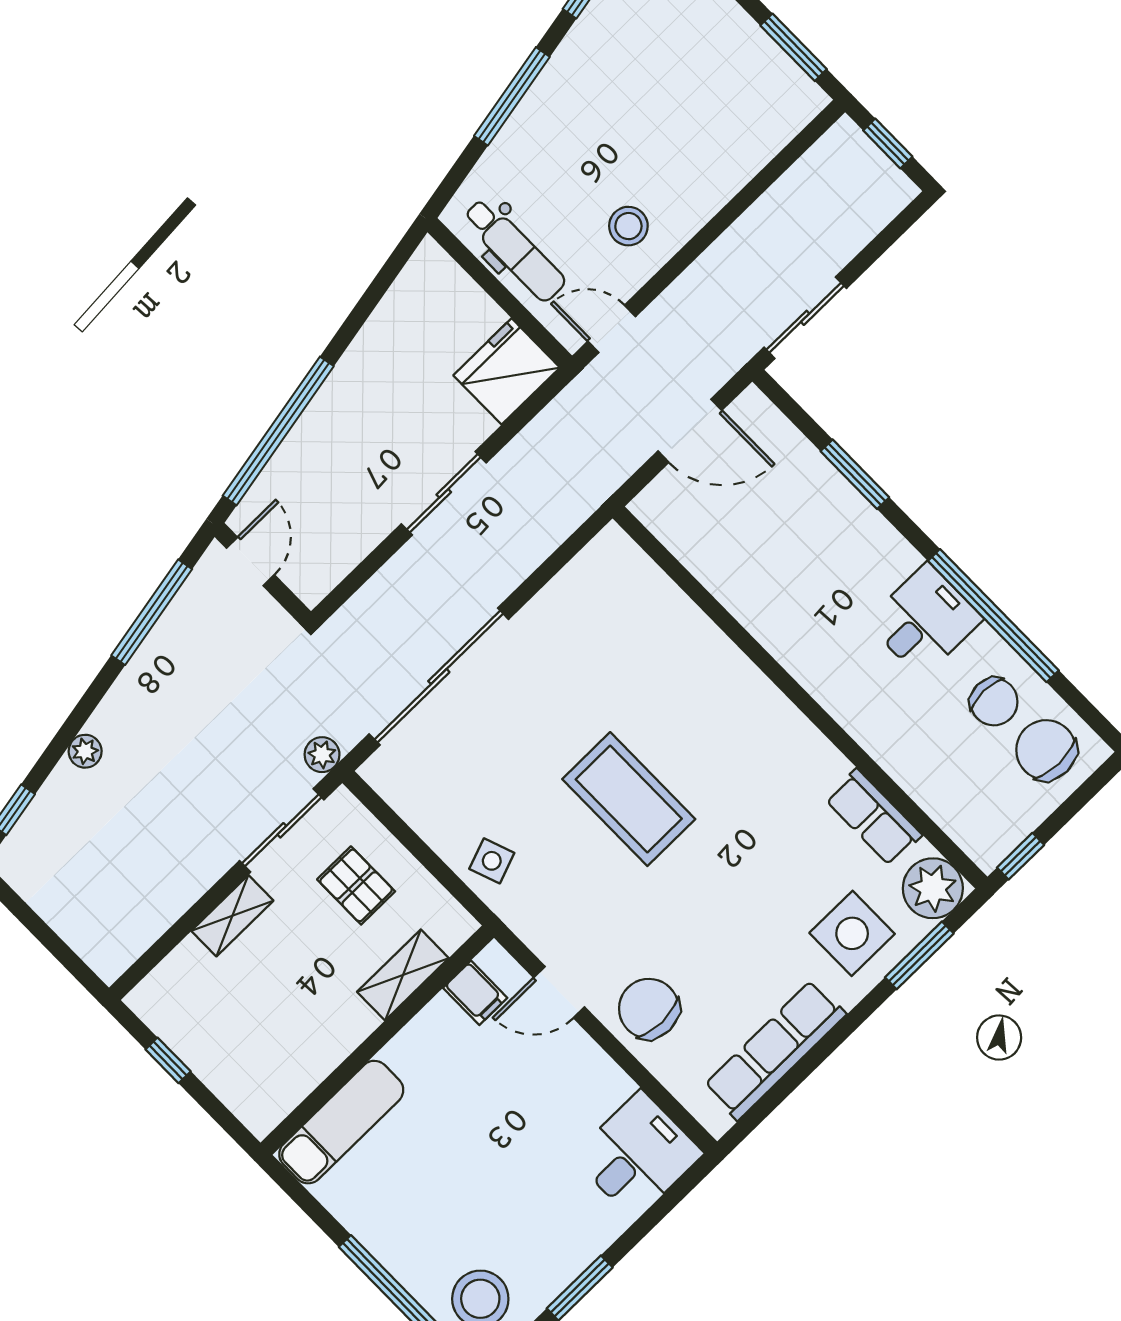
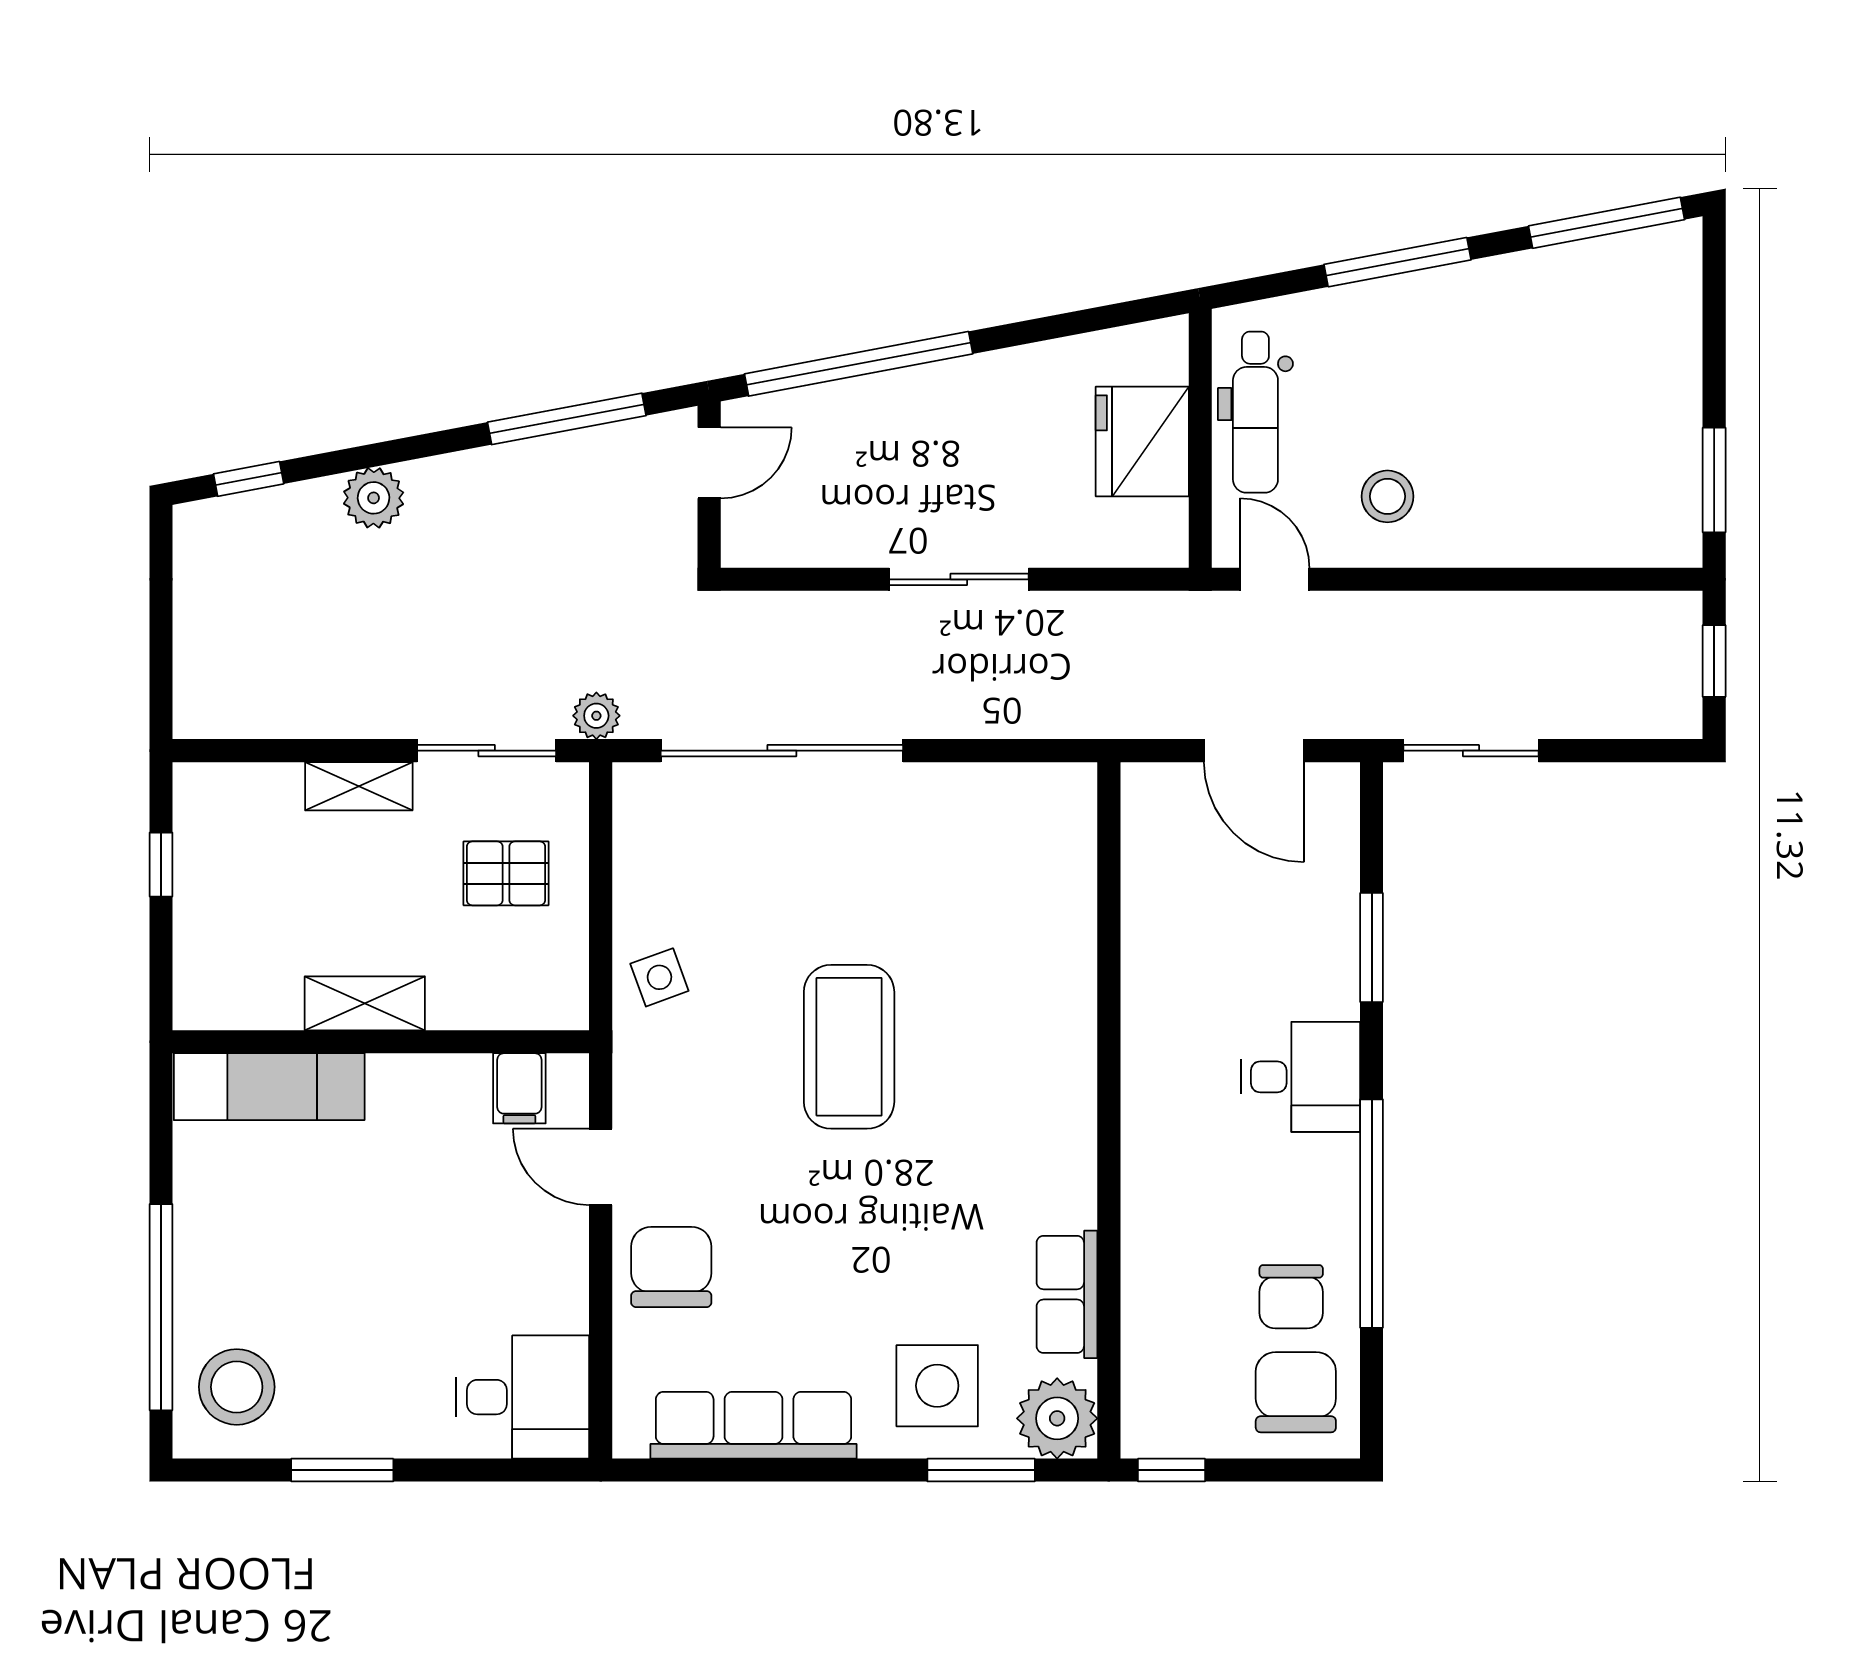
fridge: (507, 371) -> (1142, 441), moved, turned -90
desk: (924, 620) -> (1301, 1077), moved
plant: (85, 751) -> (374, 498), width x1.38, depth x1.38
pallet: (356, 885) -> (506, 873), turned 90
shelving: (403, 975) -> (365, 1003), moved

